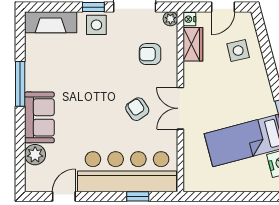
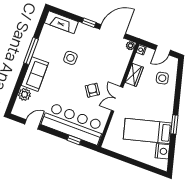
side table: (96, 25) -> (70, 58), moved
wardrobe: (193, 44) -> (134, 75), moved
armchair: (150, 54) -> (111, 61), removed

